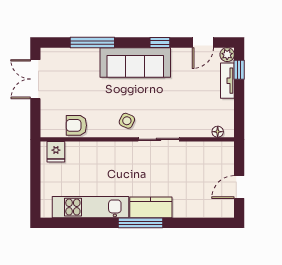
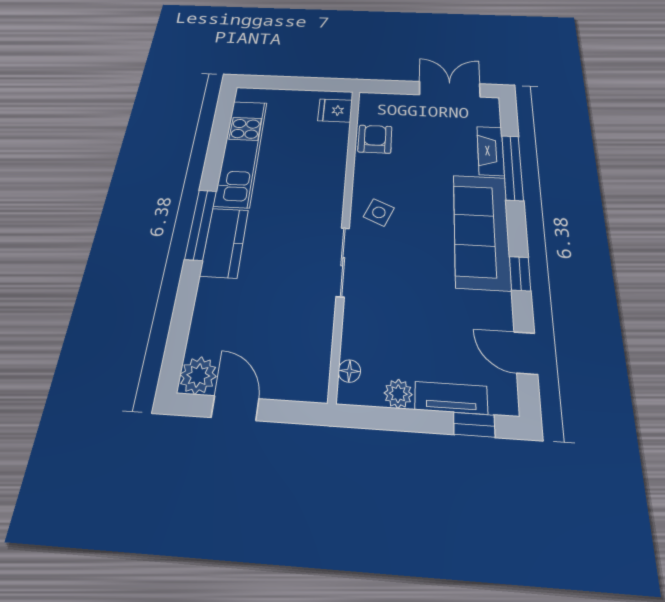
fireplace: (81, 55) -> (490, 151), added
plant: (227, 55) -> (398, 394), moved
plant: (225, 208) -> (198, 375), added

